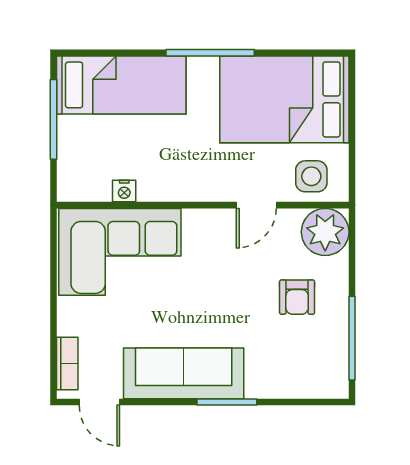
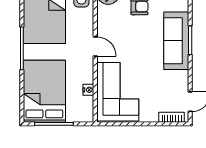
bed: (121, 85) -> (44, 91), width x1.50
door: (256, 205) -> (95, 46), moved
sofa: (184, 373) -> (176, 41), moved

